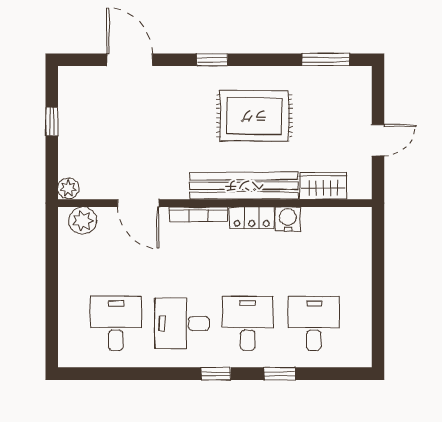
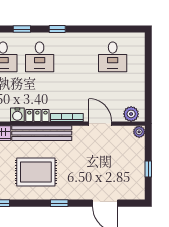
desk: (182, 323) -> (76, 57), removed

